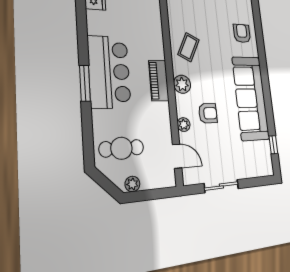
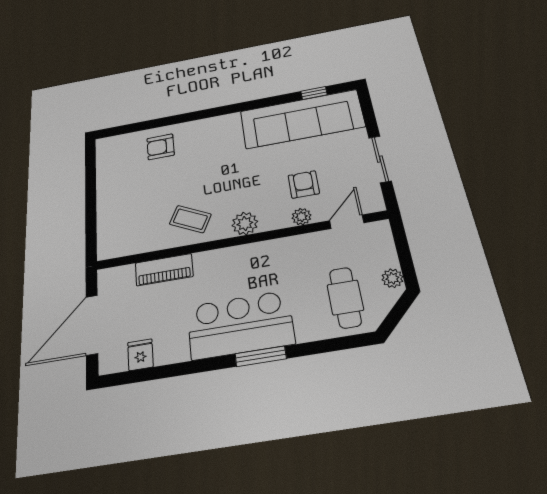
piano: (159, 81) -> (164, 270), moved
sofa: (251, 98) -> (302, 119), moved
armchair: (208, 113) -> (304, 184), moved

